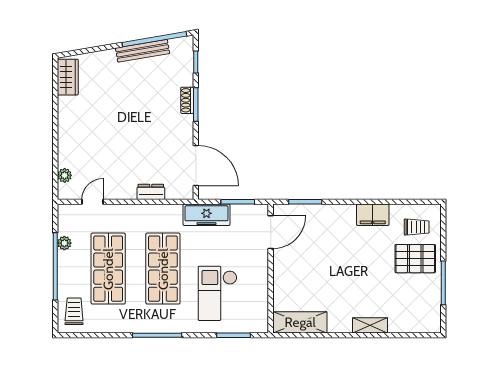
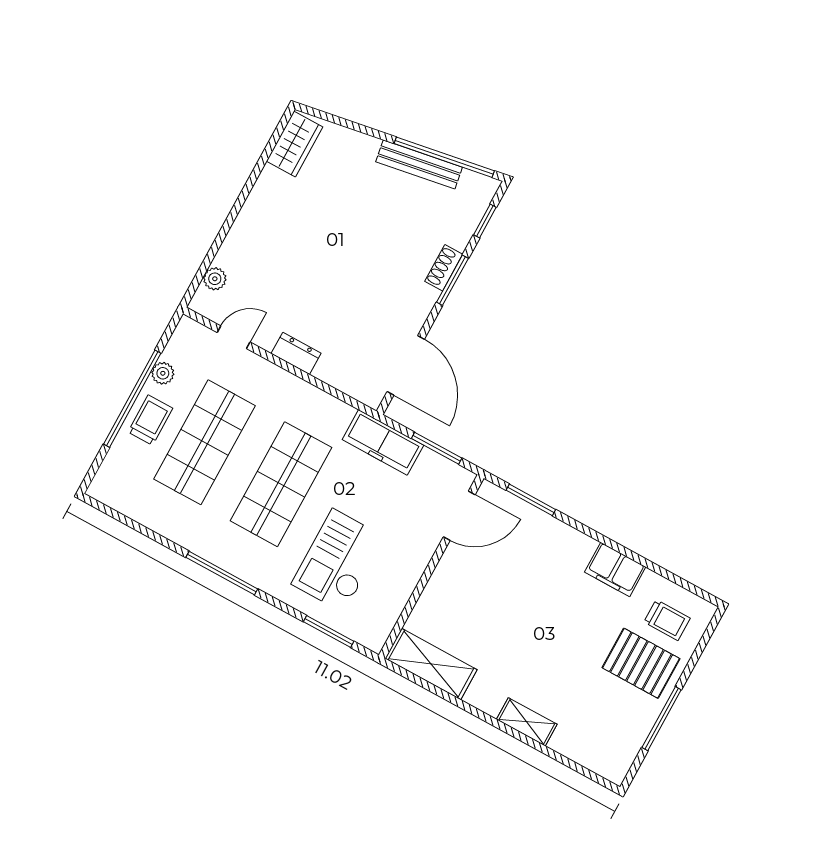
dresser: (151, 192) -> (296, 353), moved
trolley: (74, 311) -> (150, 420), moved

